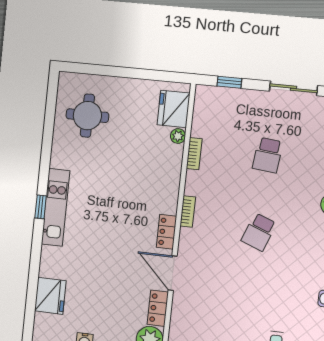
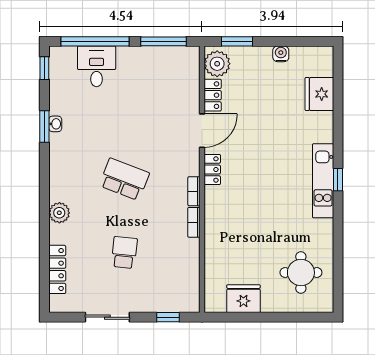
fridge: (174, 109) -> (243, 299), moved, turned -90
plant: (178, 136) -> (211, 262), removed
bookcase: (194, 154) -> (194, 222), moved
school desk: (259, 232) -> (124, 179), width x1.85
door: (173, 273) -> (202, 131), hinge flipped

